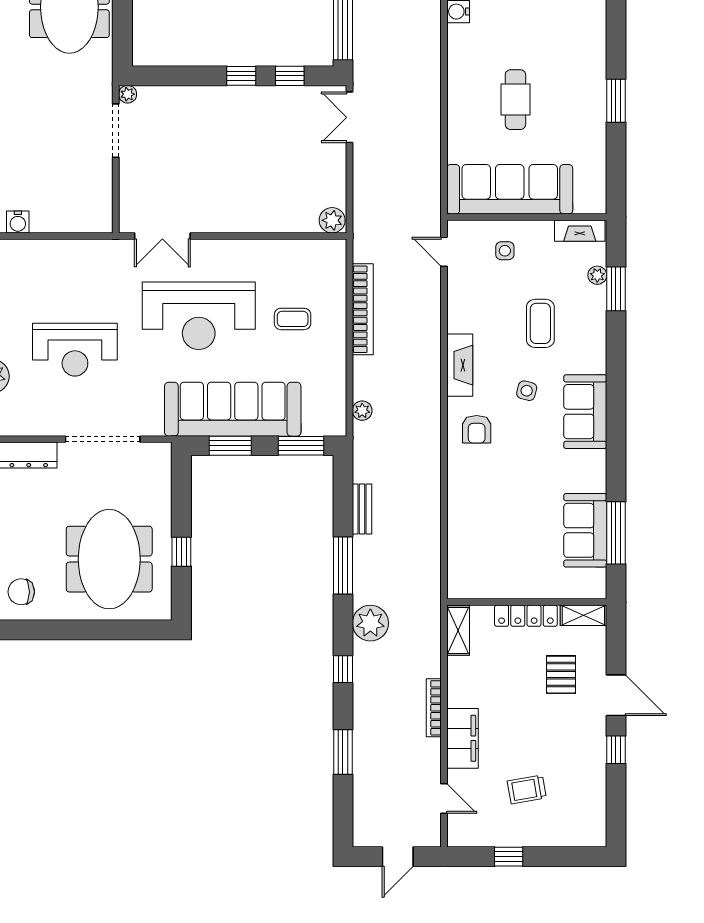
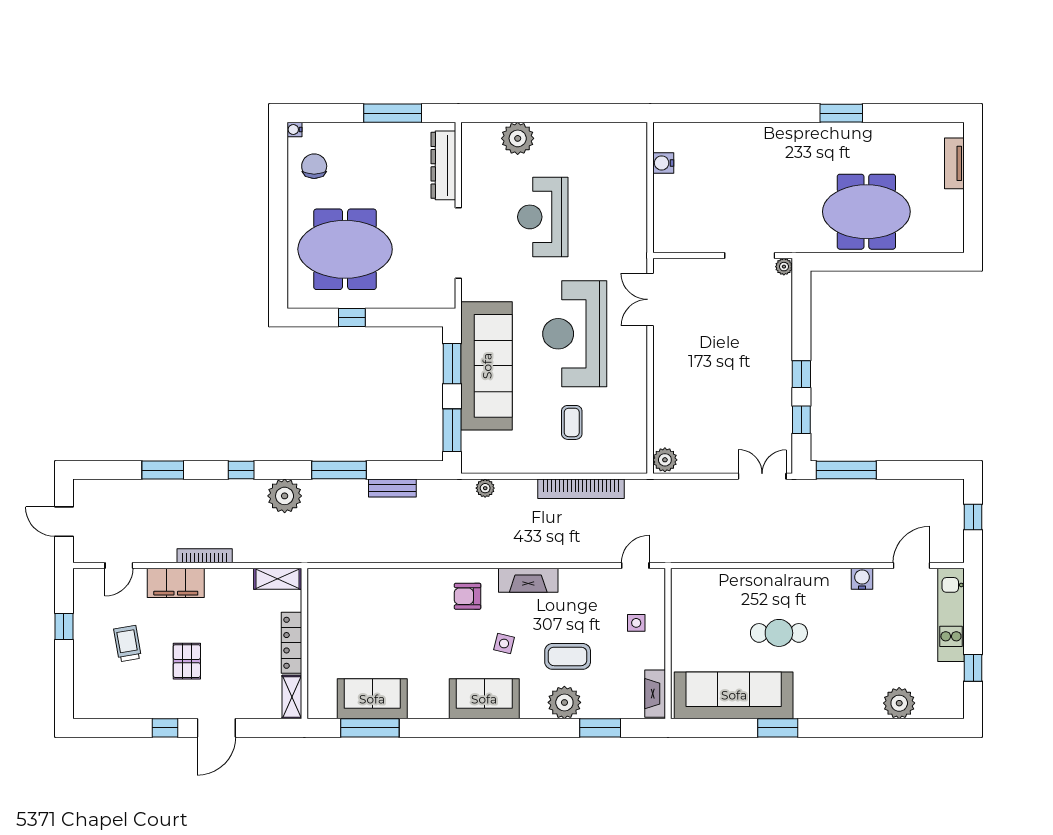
sofa: (510, 189) -> (734, 695), moved, turned -90
plant: (597, 275) -> (564, 702), moved, width x1.87, depth x1.87
pallet: (561, 675) -> (187, 661), moved, turned 90

